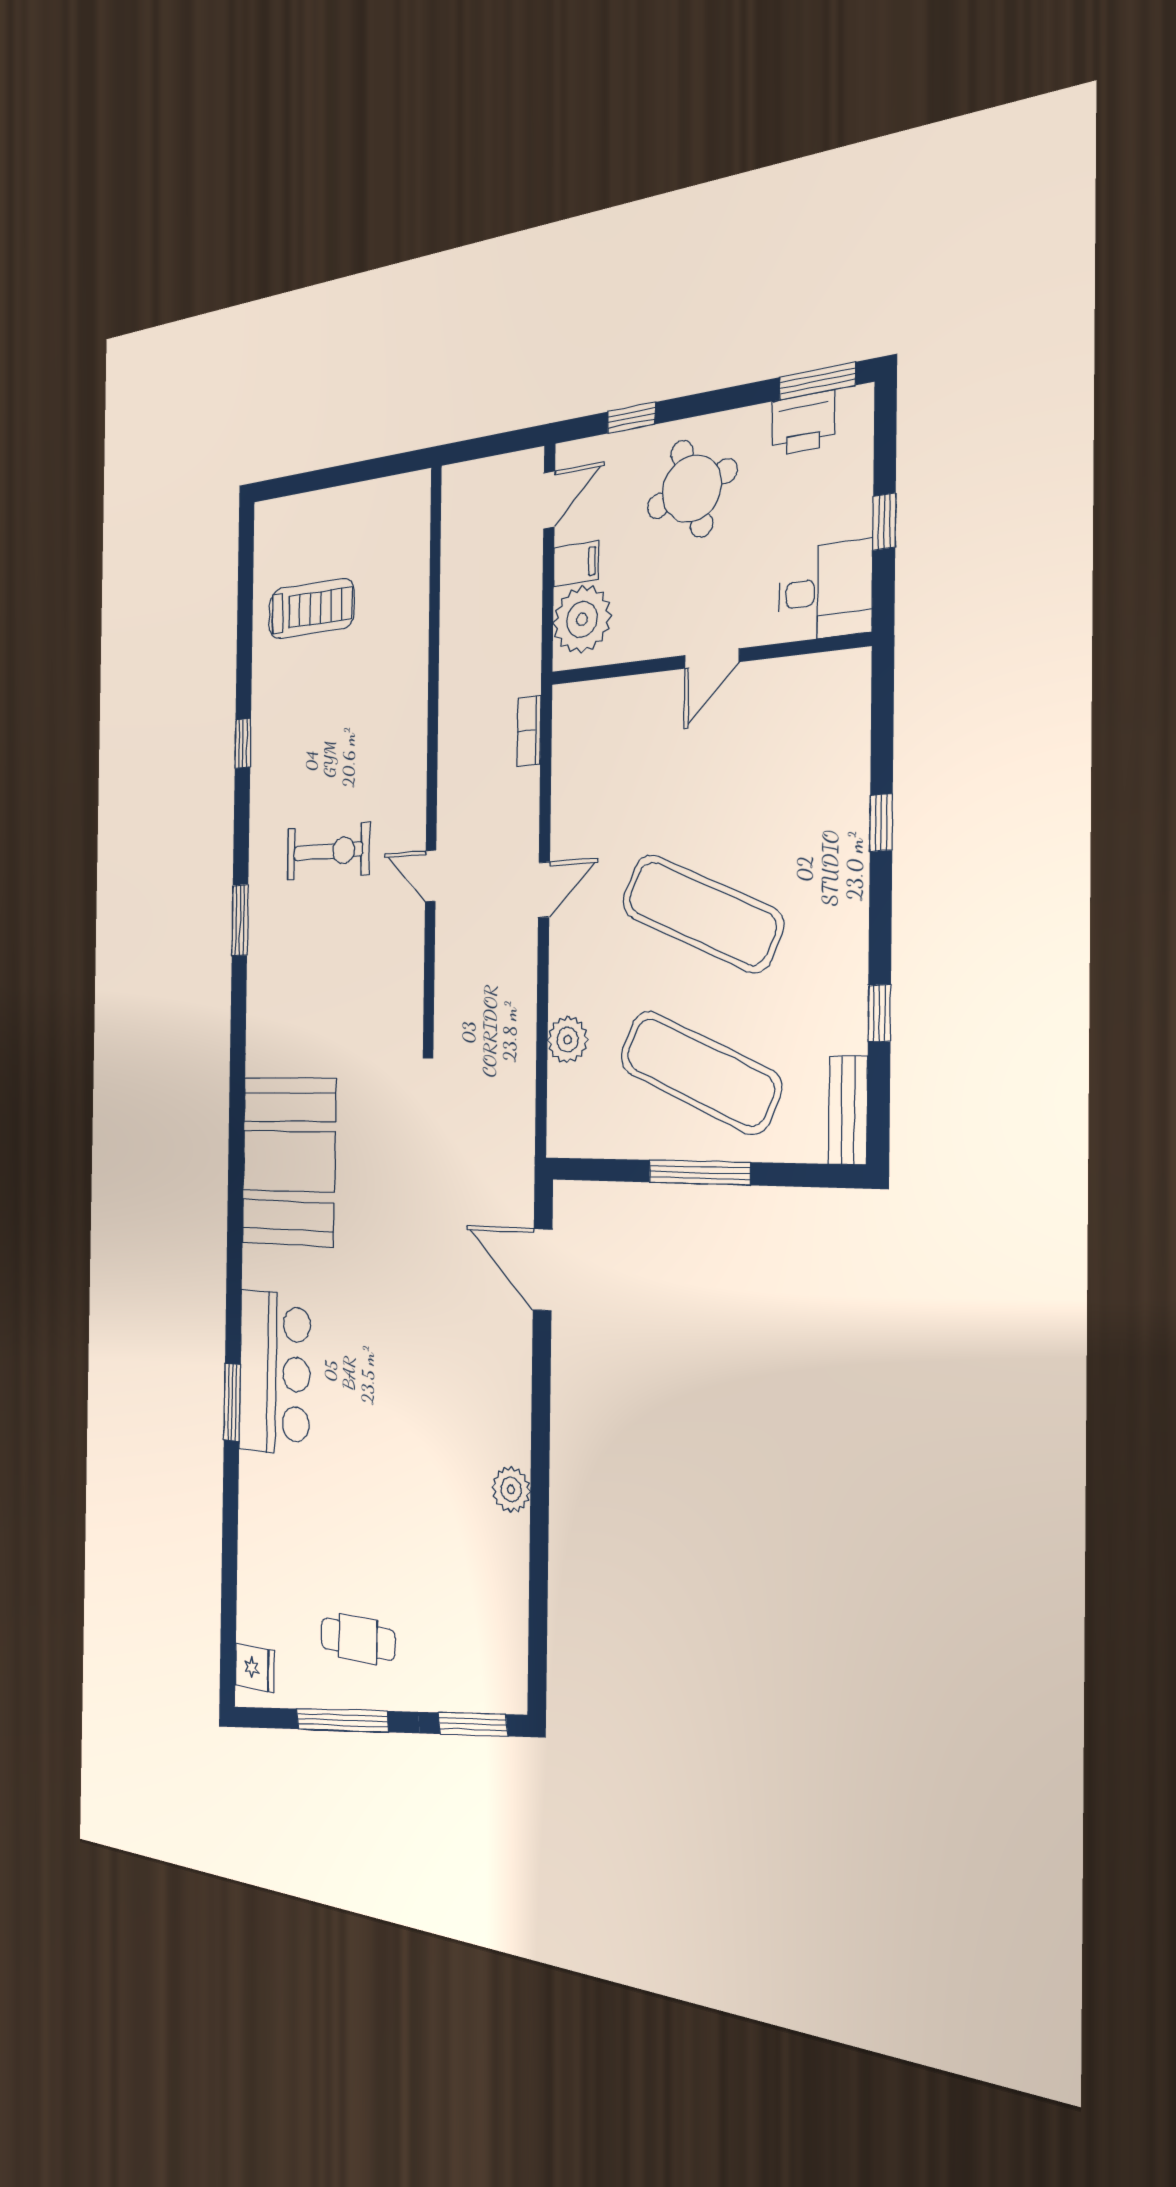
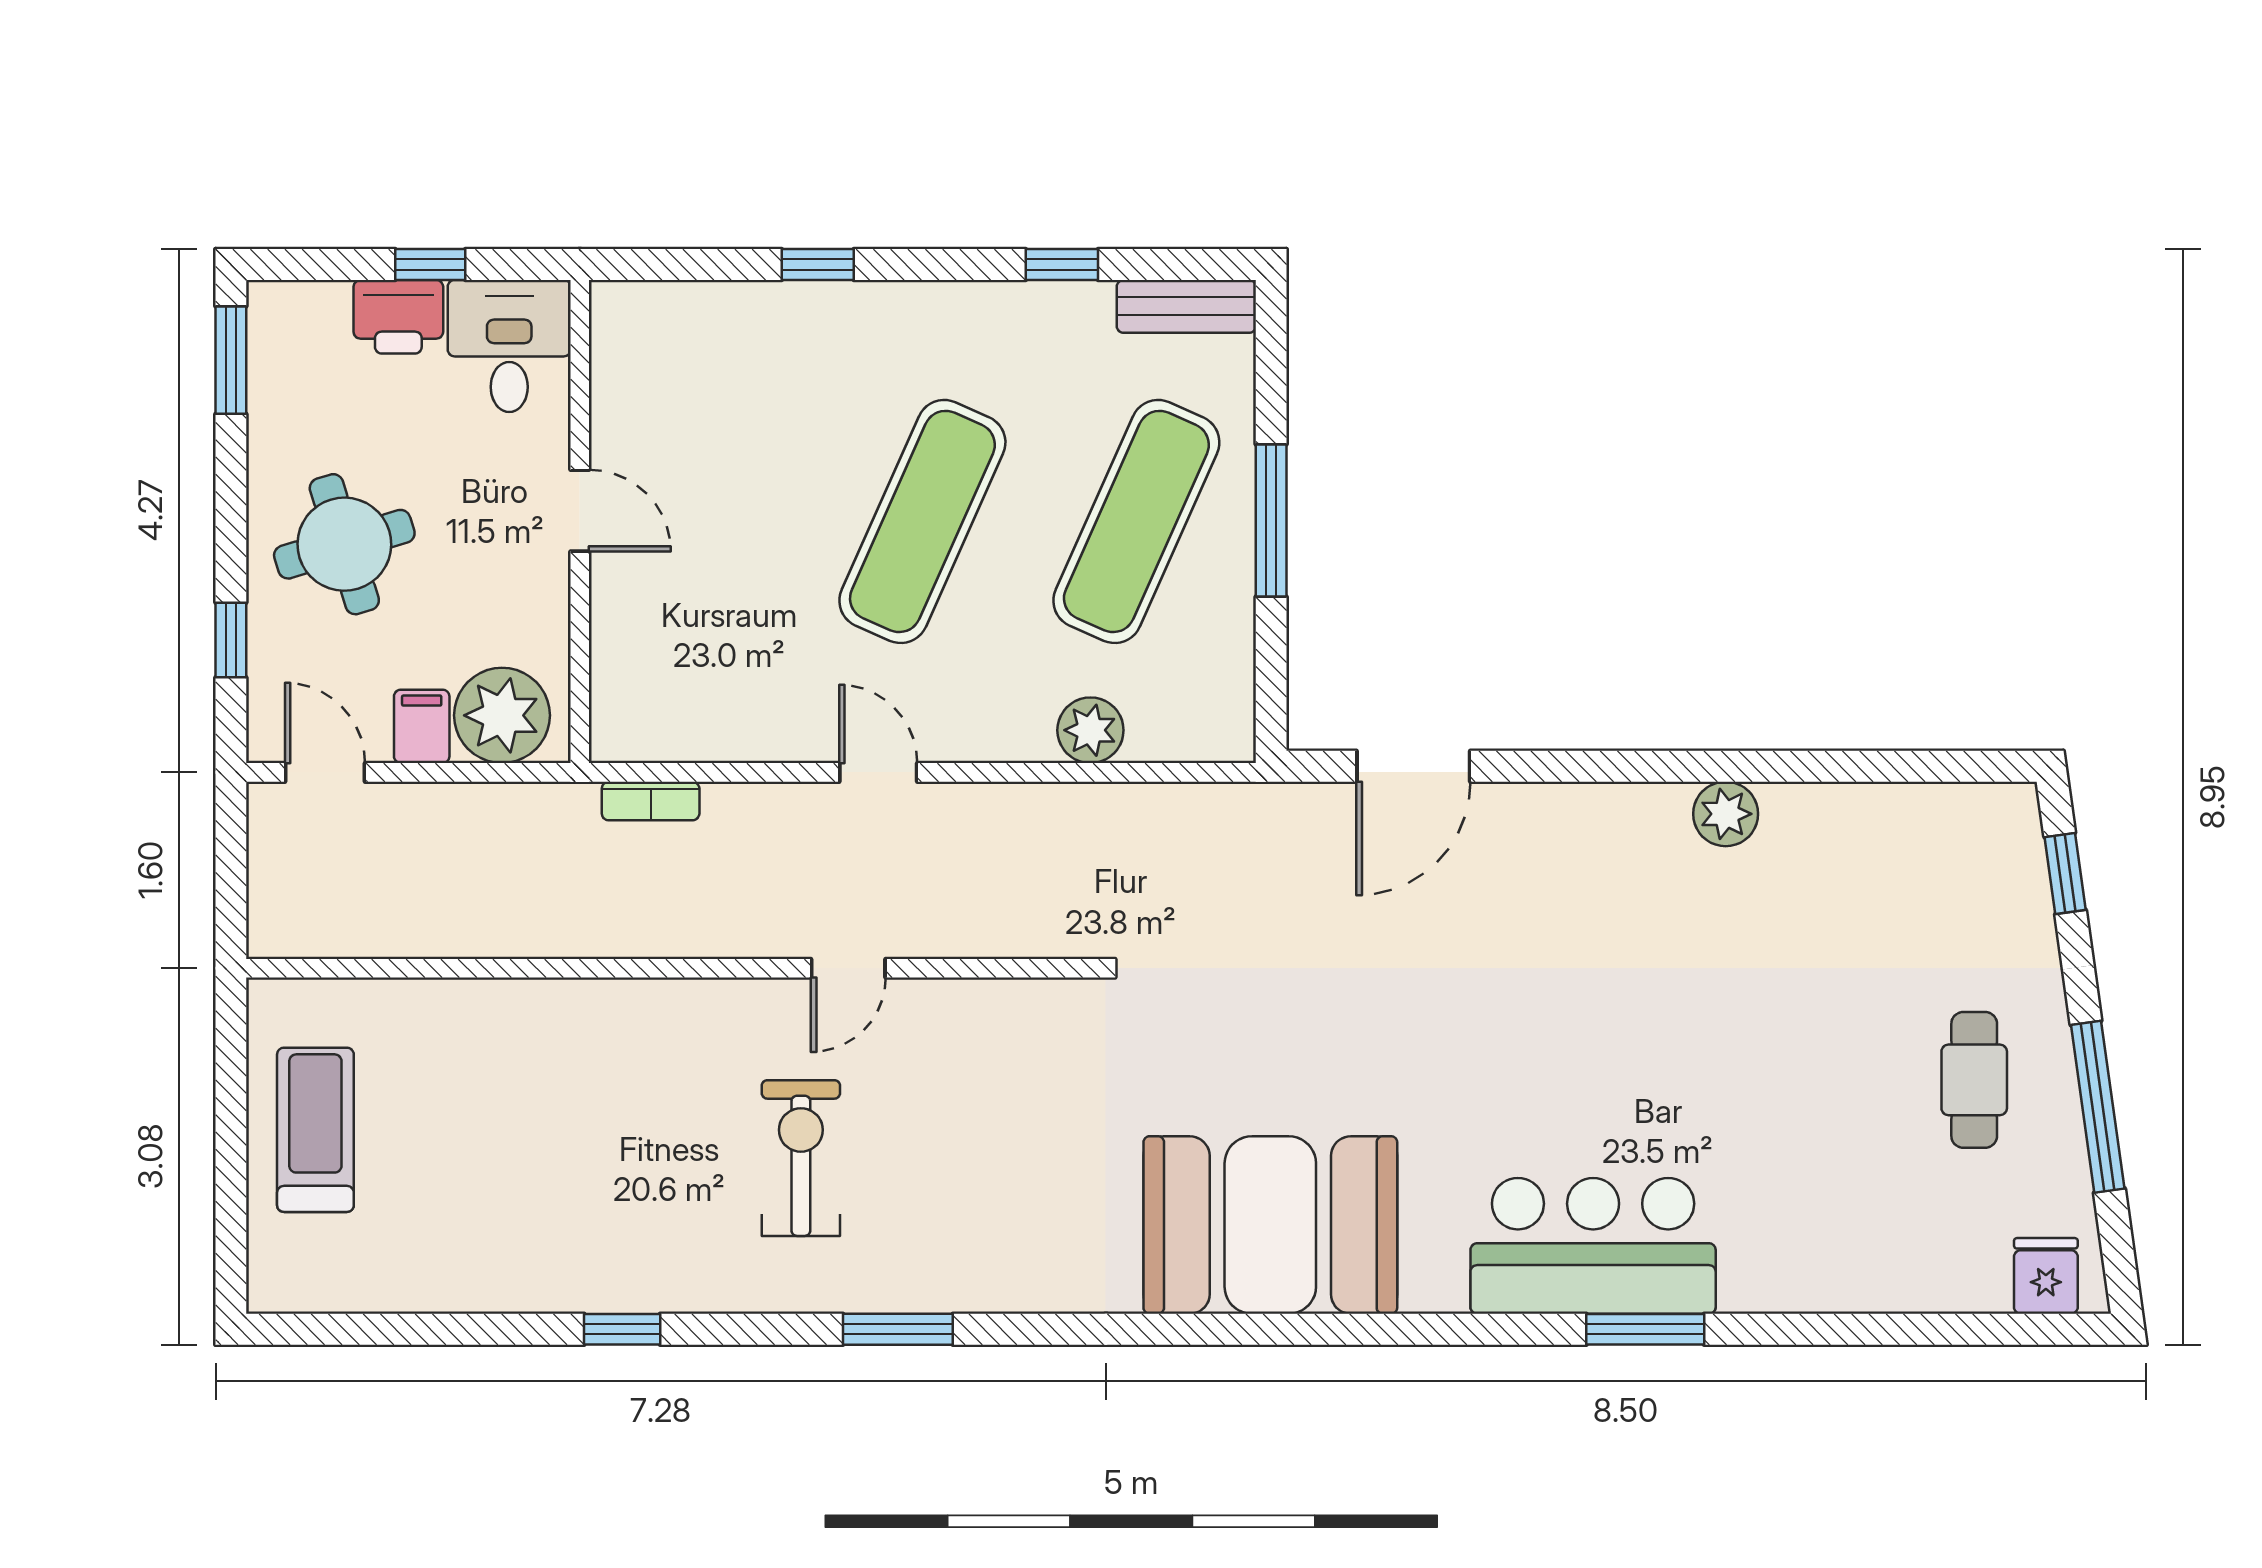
printer: (803, 423) -> (398, 317), moved, turned 90
treadmill: (311, 609) -> (315, 1130), moved
window: (473, 1724) -> (2065, 873), width x0.67

